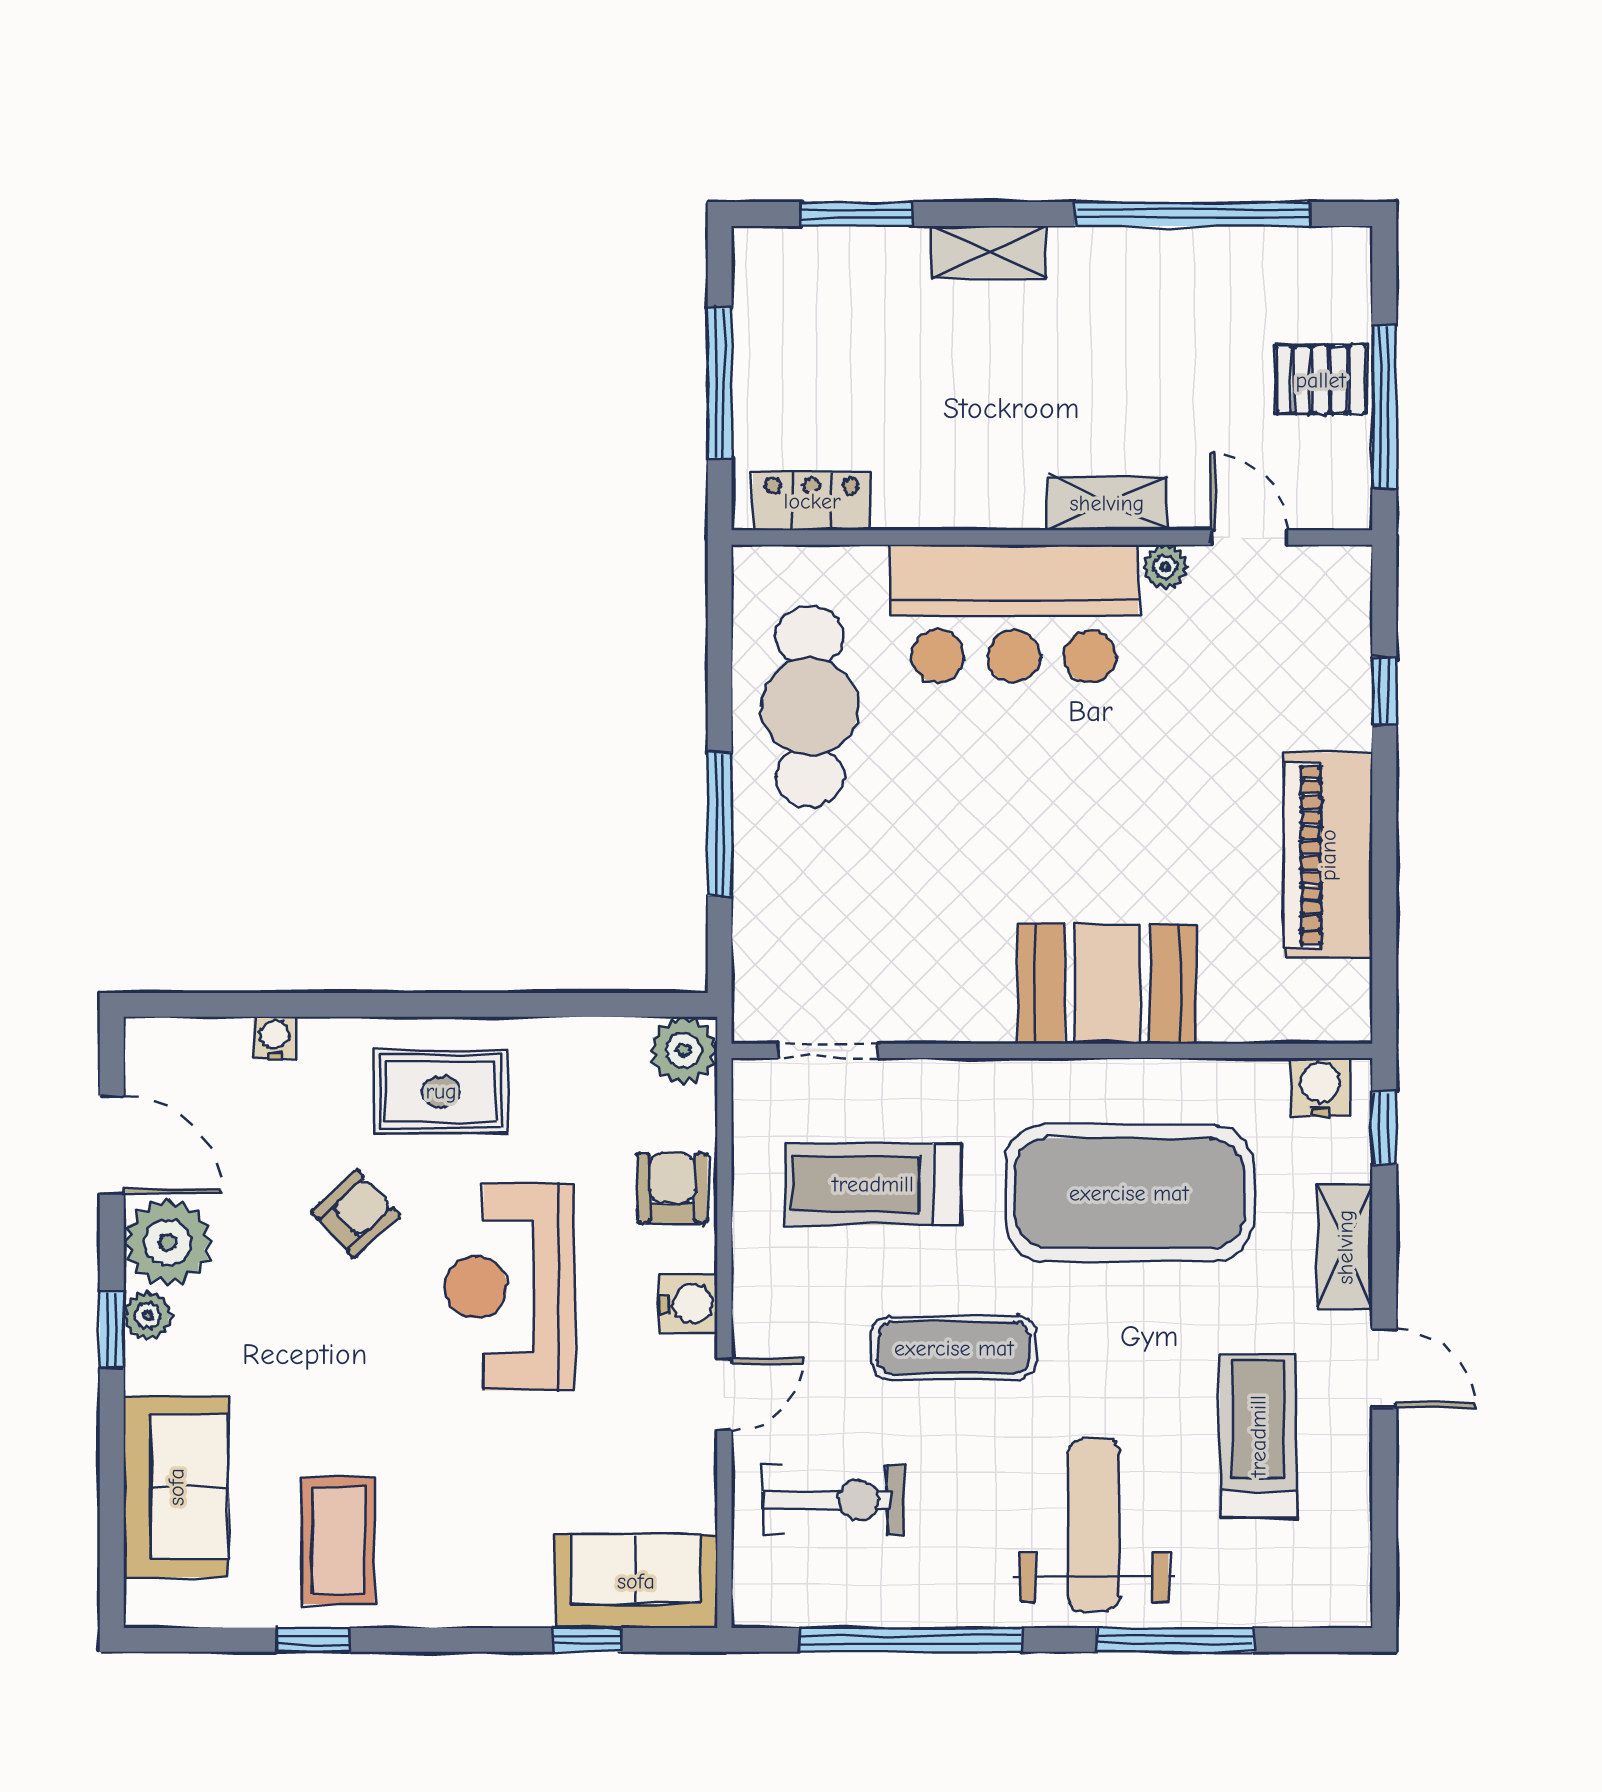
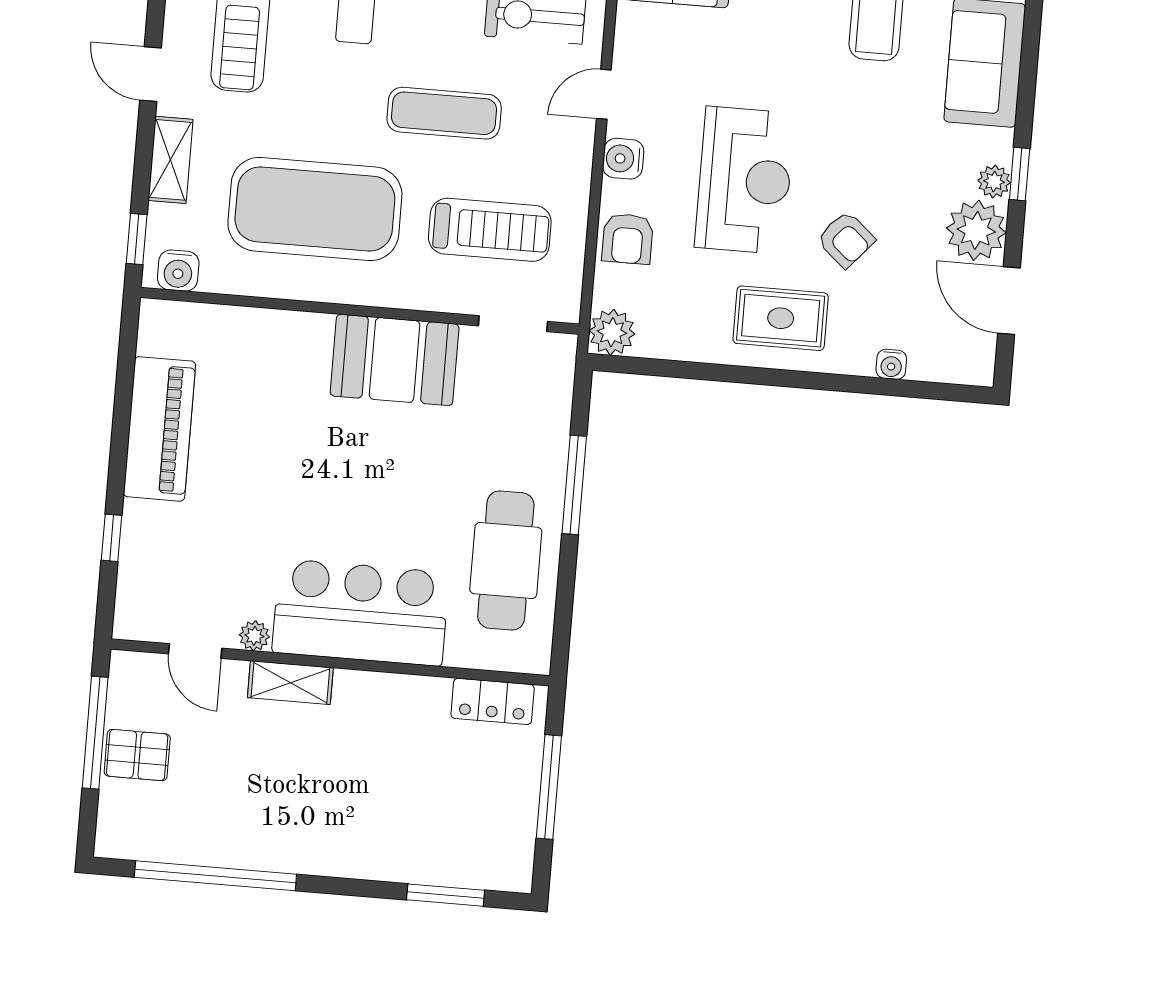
shelving: (988, 252) -> (358, 862), removed
booth: (1107, 984) -> (395, 360), moved
armchair: (356, 1214) -> (846, 239), turned -96

